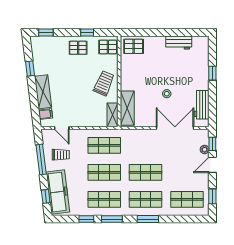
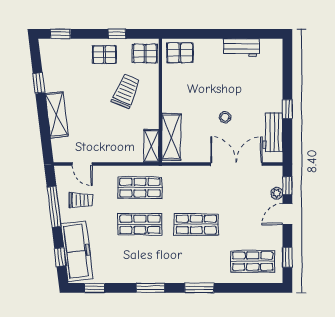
window: (212, 73) -> (287, 109), moved
trolley: (104, 83) -> (126, 91), moved
filing cabinet: (46, 114) -> (60, 145), removed
shop shelf: (104, 199) -> (140, 261), removed
shop shelf: (146, 199) -> (196, 261), removed
window: (86, 219) -> (95, 288), moved

